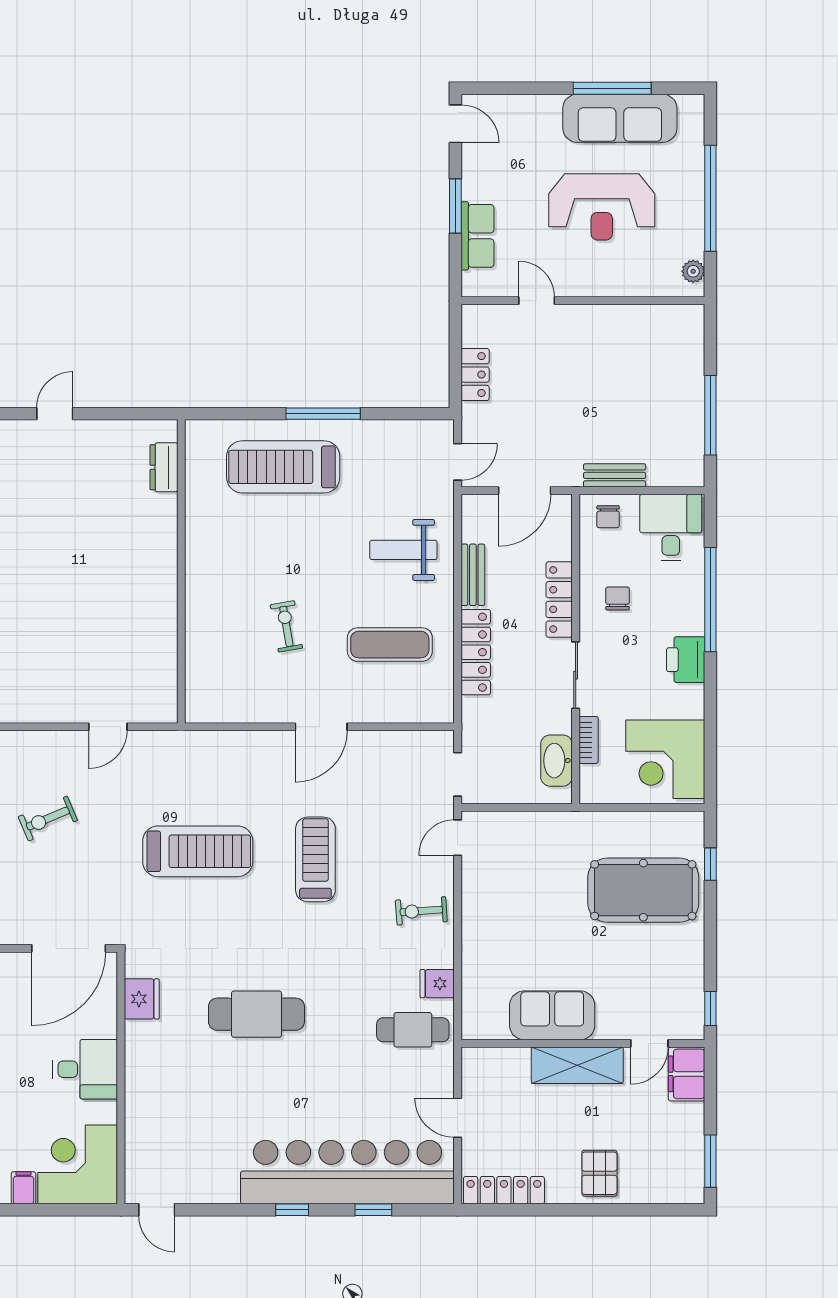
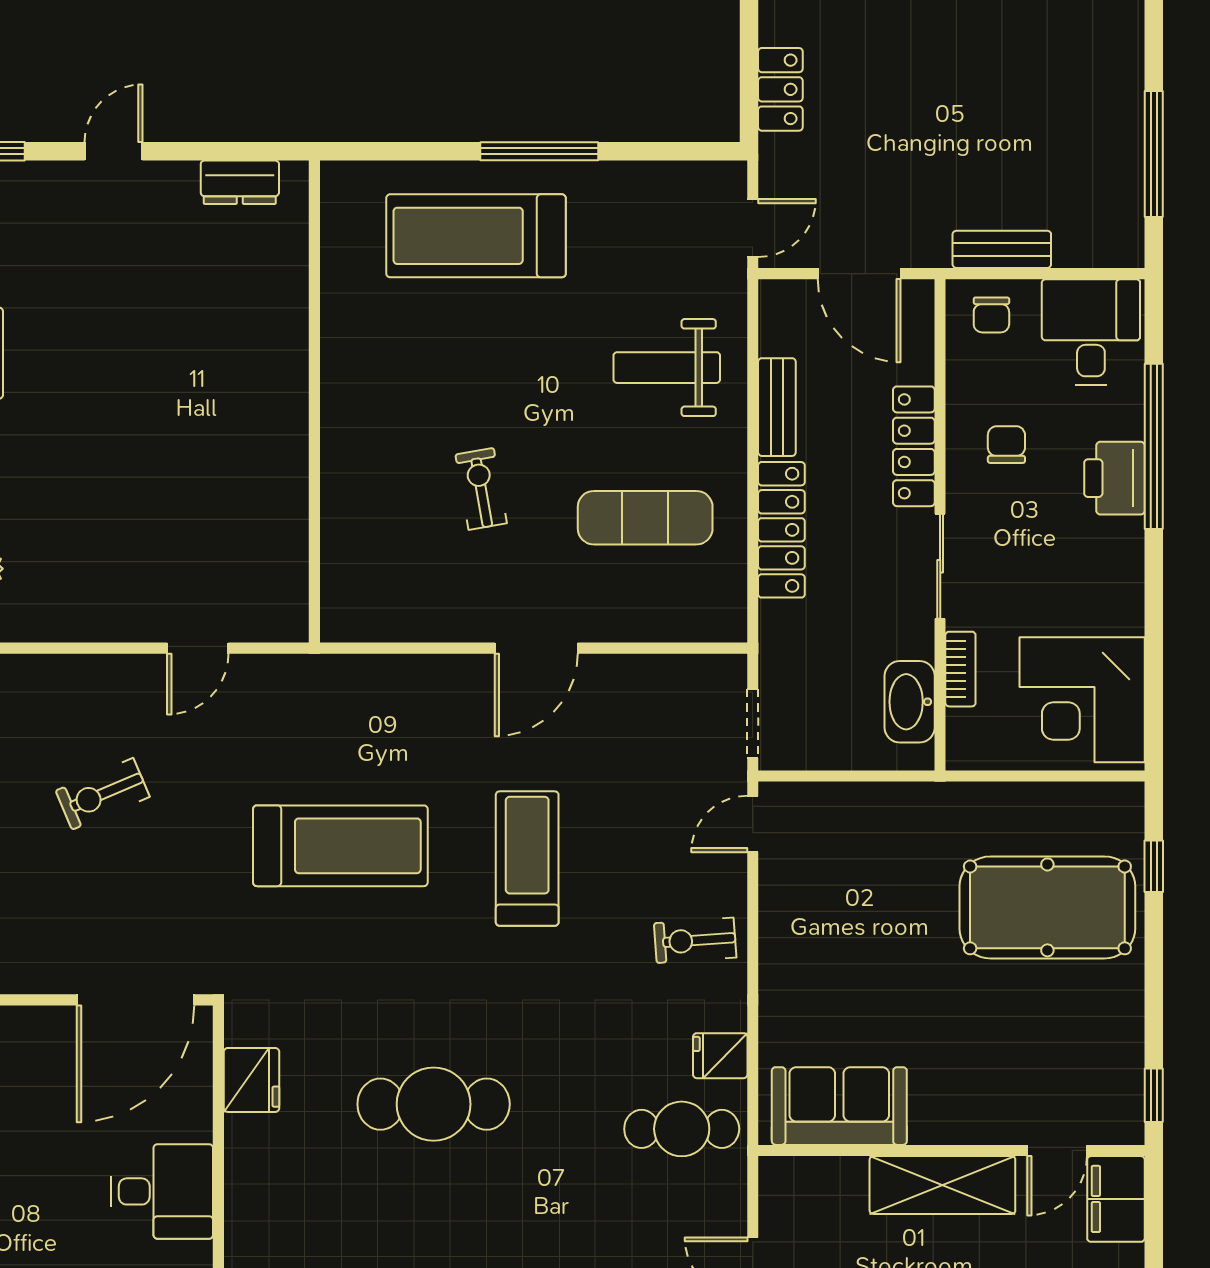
dresser: (164, 467) -> (240, 182), moved, turned -90
door: (525, 491) -> (859, 274), hinge flipped
printer: (686, 660) -> (1114, 478), moved
sofa: (552, 1015) -> (839, 1106), moved

